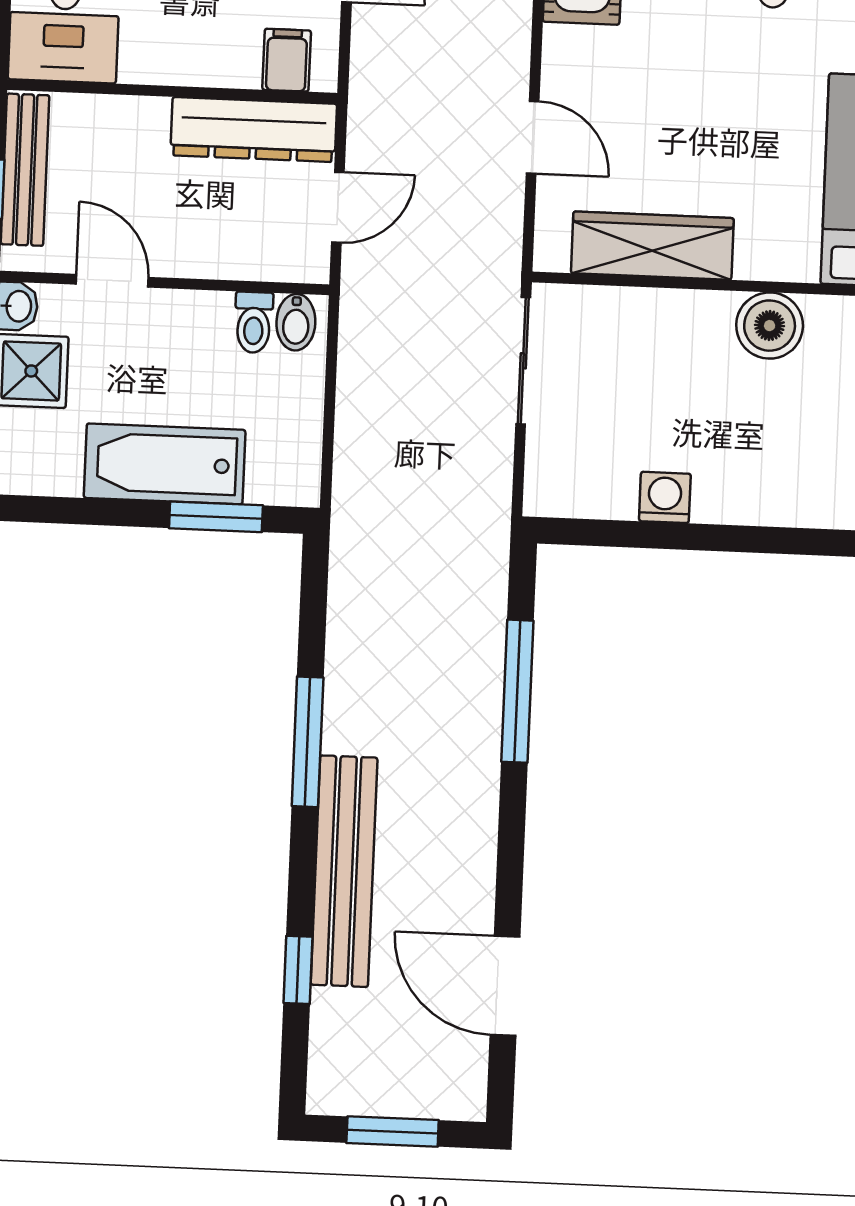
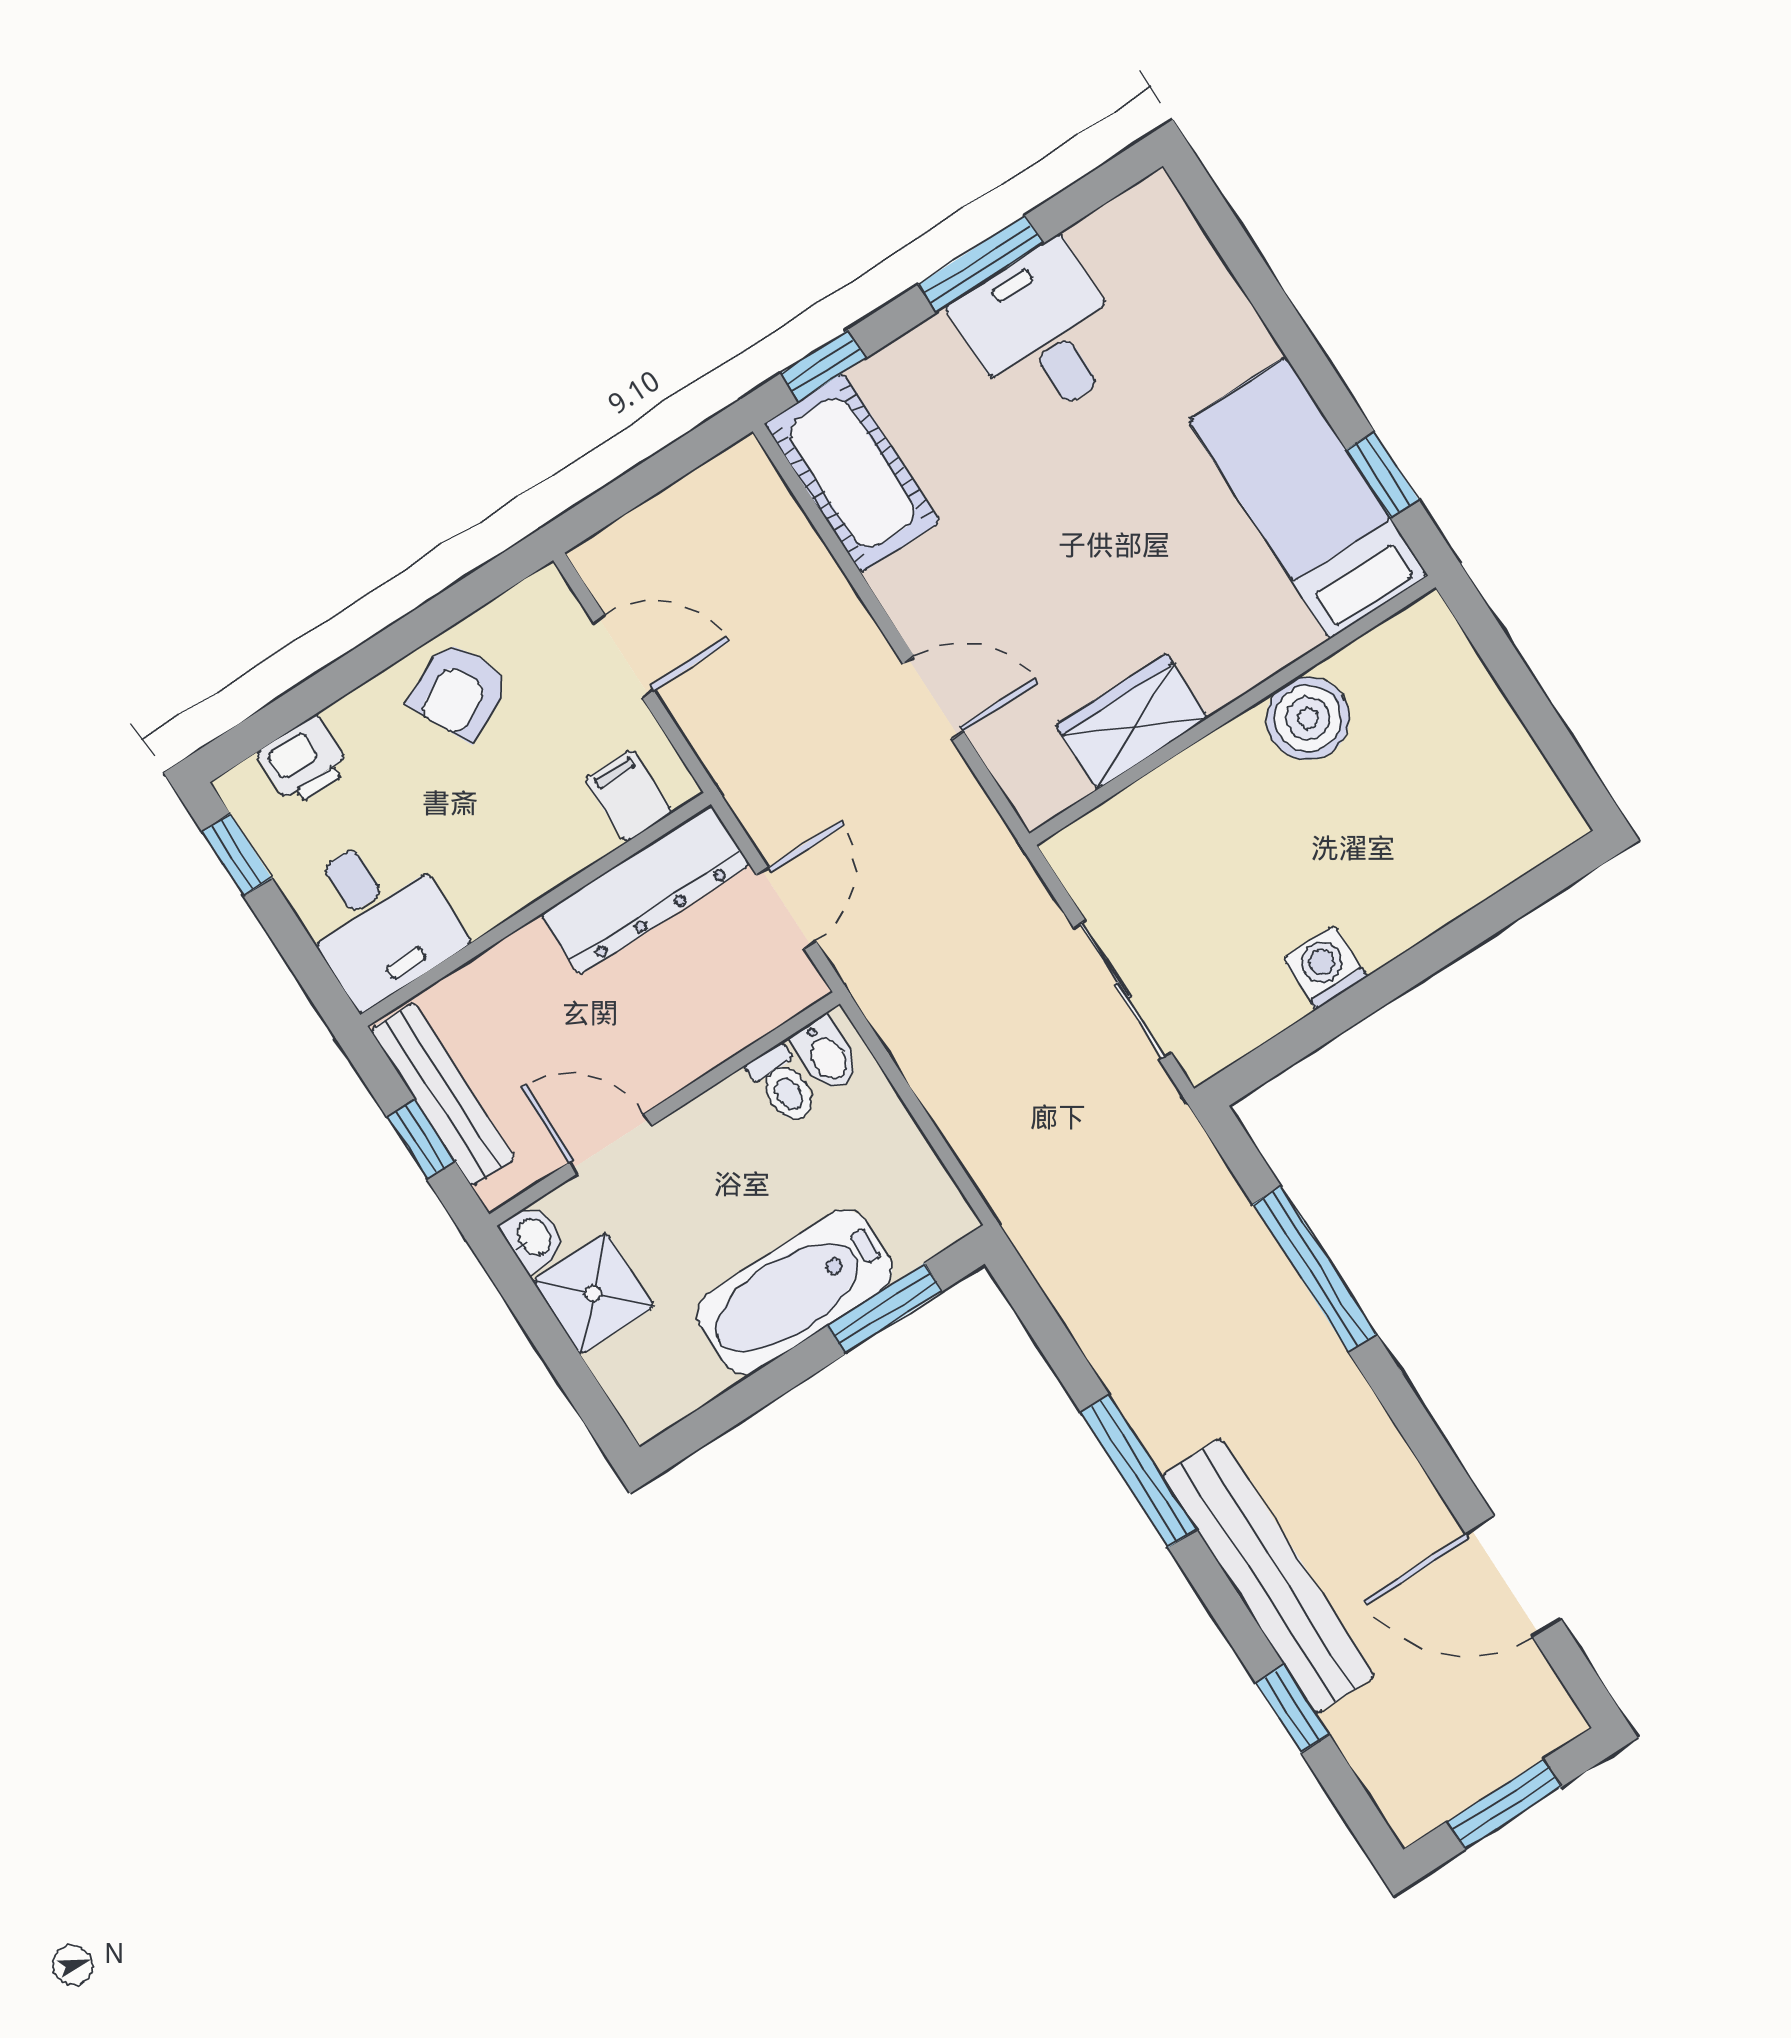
wardrobe: (652, 246) -> (1132, 722), width x0.67
sliding door: (523, 361) -> (1122, 990), moved

